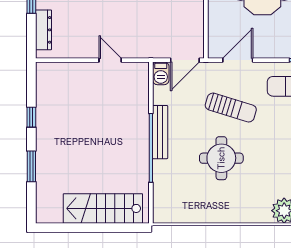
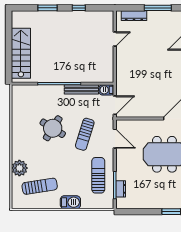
door: (110, 60) -> (115, 39), moved
door: (185, 60) -> (115, 105), swing flipped
bench: (160, 132) -> (81, 89), moved
round table: (221, 158) -> (53, 128), turned 32

